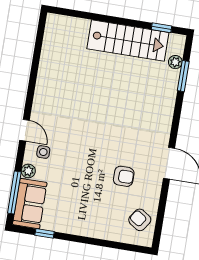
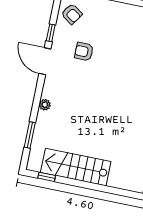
plant: (175, 62) -> (45, 105), moved
window: (163, 197) -> (51, 33), added

